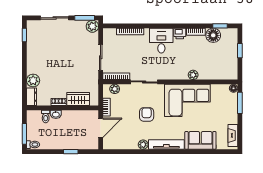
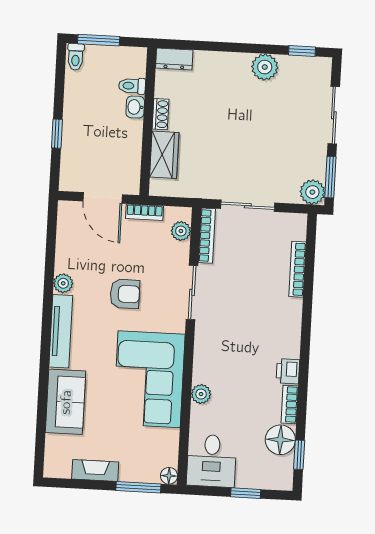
desk: (161, 41) -> (212, 461), moved, turned 90
plant: (33, 81) -> (265, 67), moved
fireplace: (233, 135) -> (95, 470), moved

